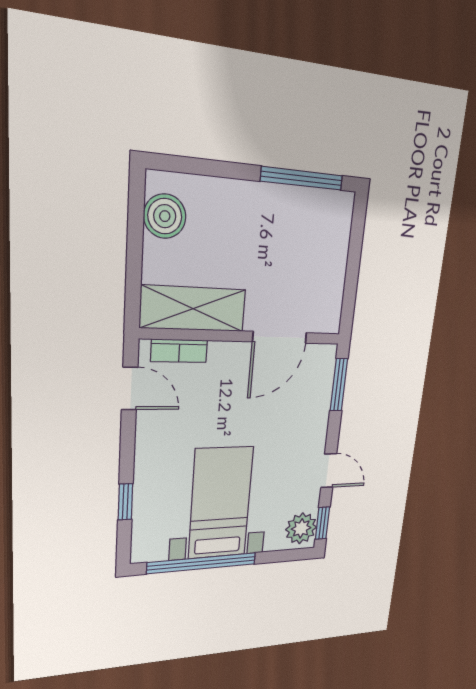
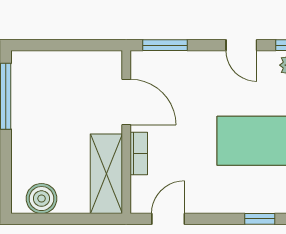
bookcase: (179, 351) -> (139, 154), moved
door: (329, 471) -> (241, 45), swing flipped

